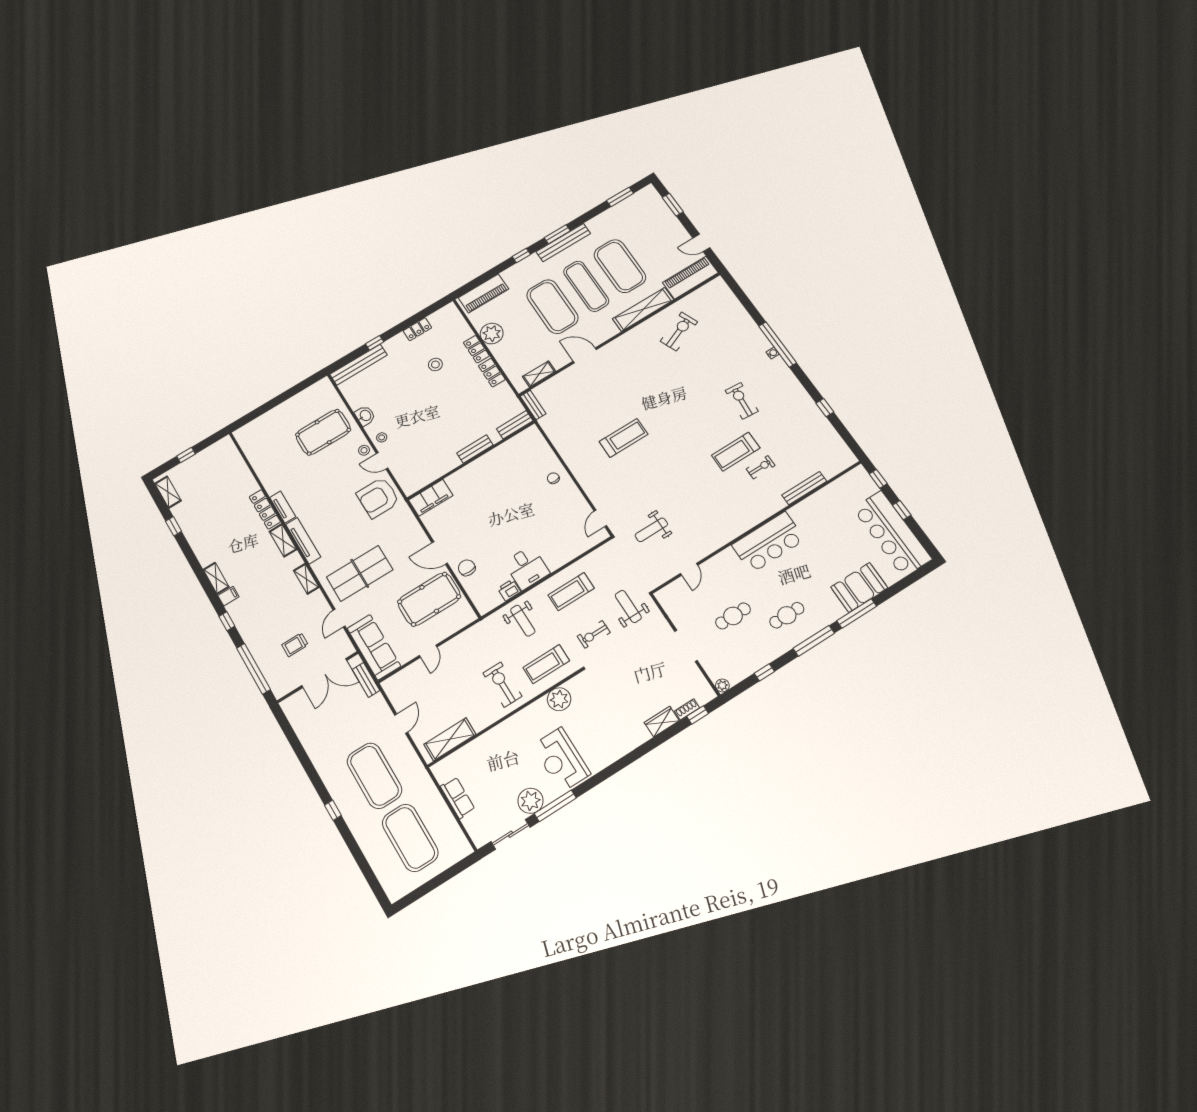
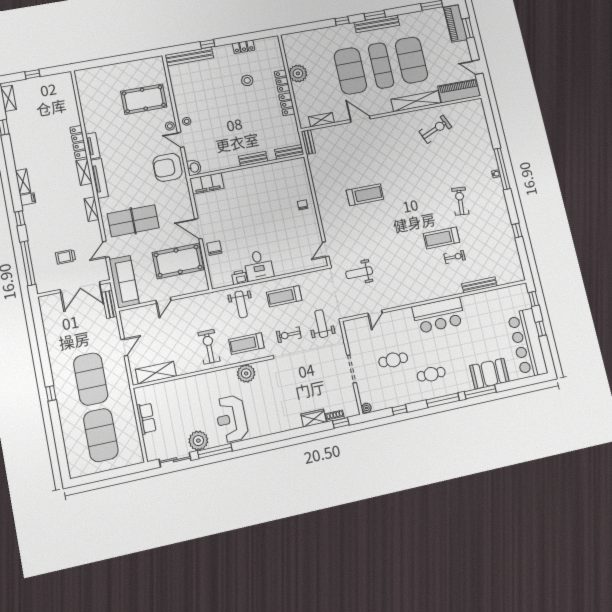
piano: (483, 293) -> (455, 24), moved, turned 90
washbasin: (365, 416) -> (194, 168), moved

